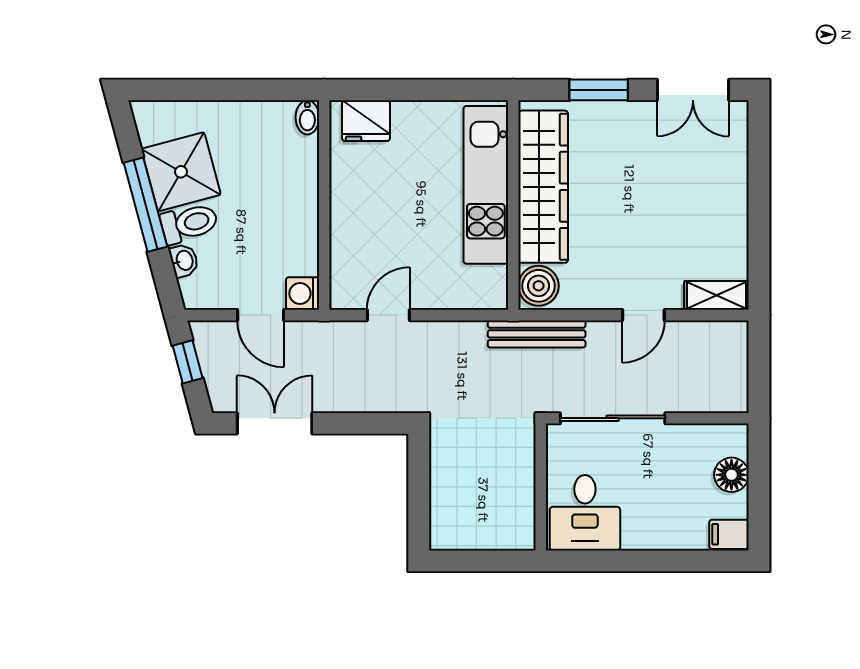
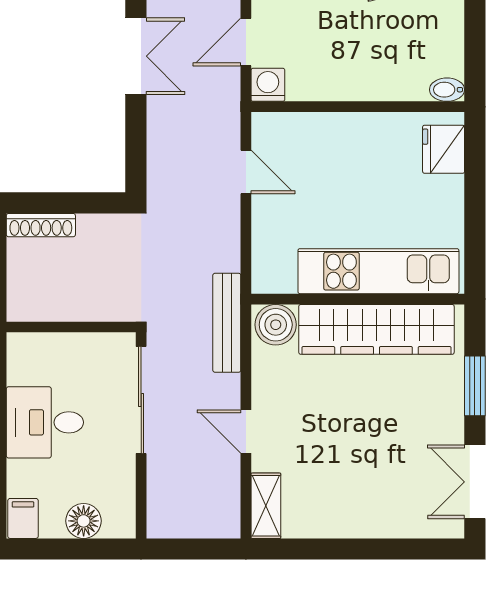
desk: (585, 513) -> (45, 422), moved
shoe rack: (441, 517) -> (41, 225), added

